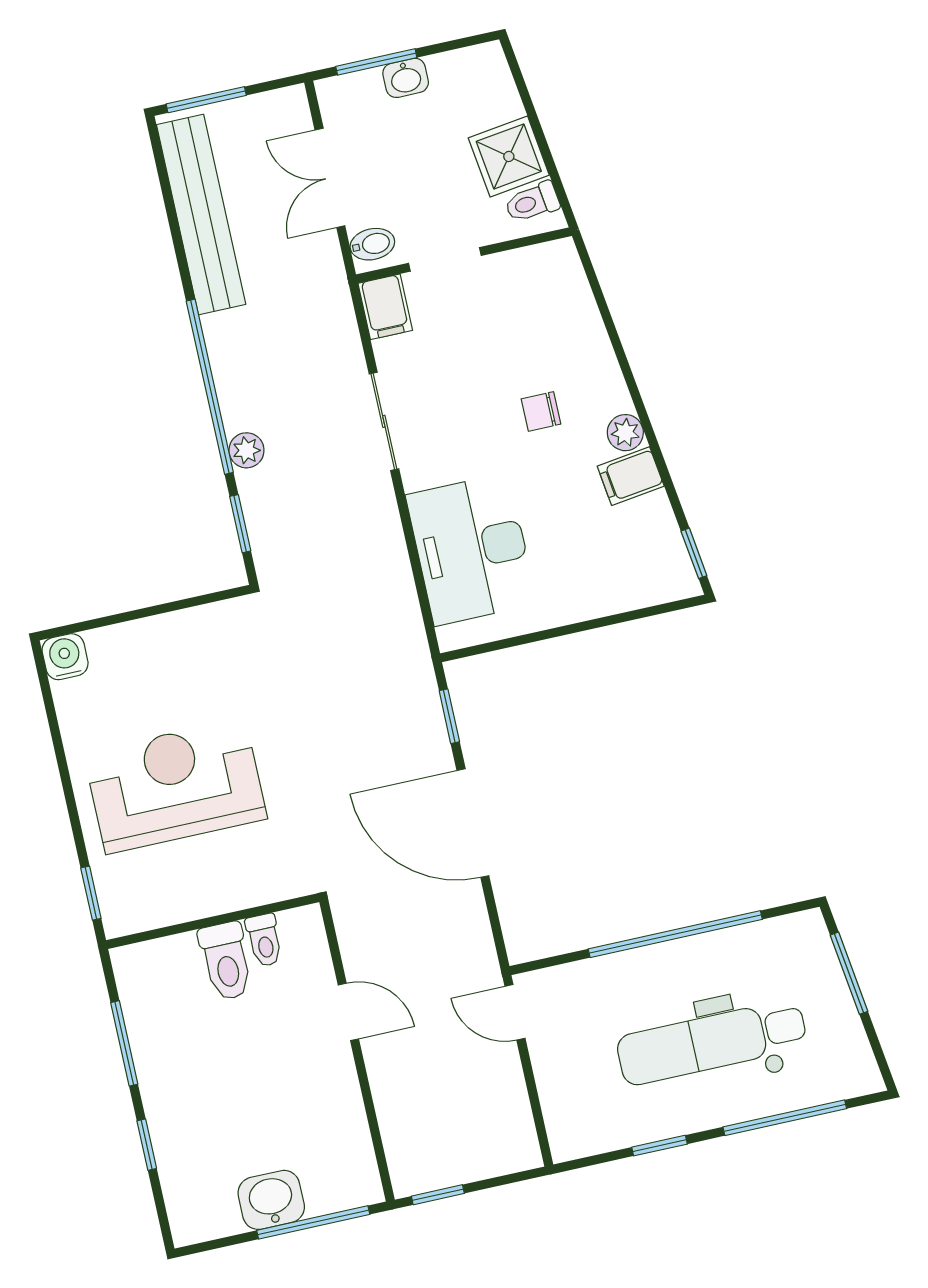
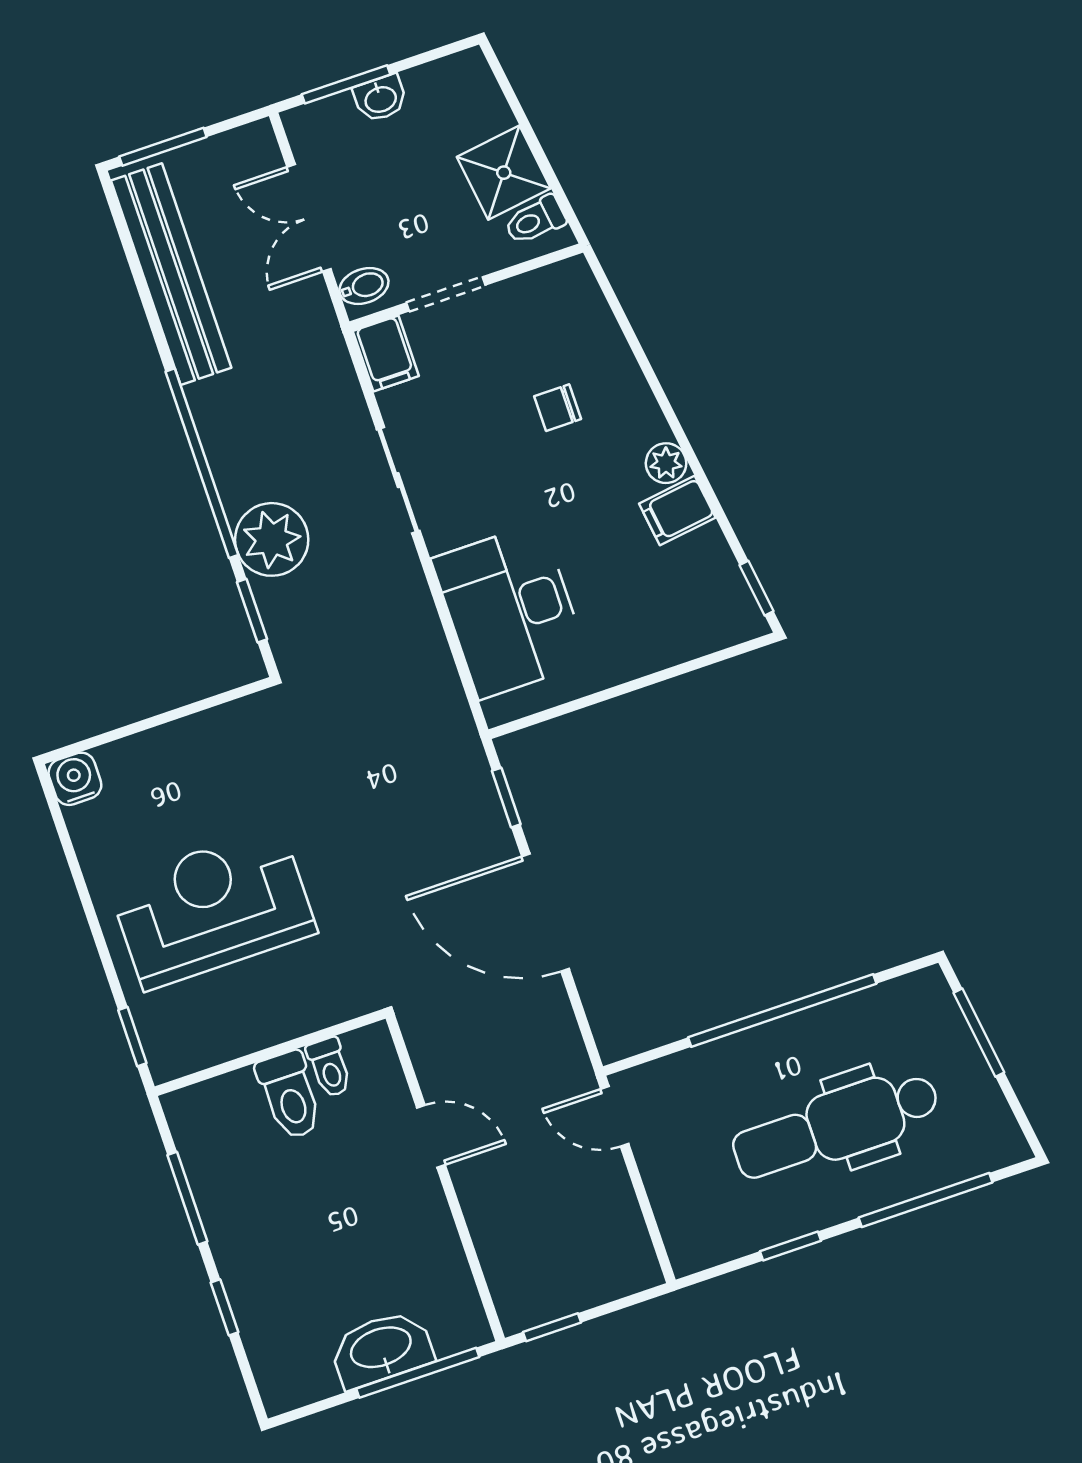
chair: (541, 411) -> (558, 408), moved
plant: (246, 450) -> (272, 539), width x1.88, depth x1.88
washbasin: (271, 1200) -> (381, 1349), width x1.38

